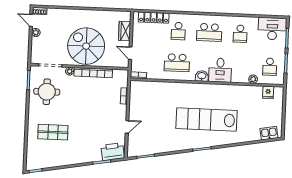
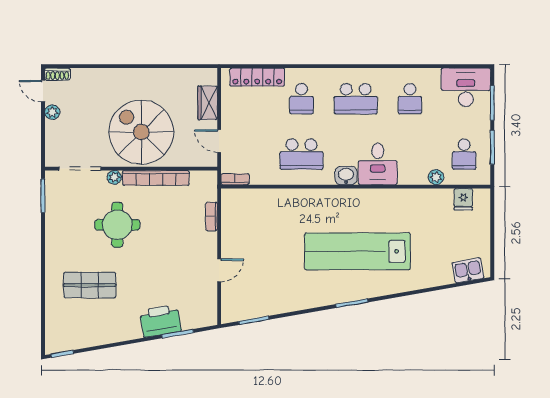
round table: (47, 92) -> (117, 225), moved
printer: (113, 152) -> (160, 321), moved

